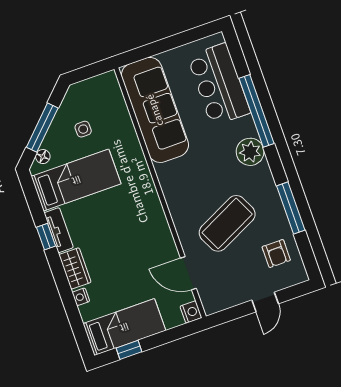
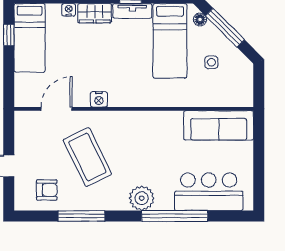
sofa: (155, 110) -> (219, 125), width x0.74, depth x0.79
armchair: (276, 254) -> (47, 190), turned 180
nightstand: (191, 312) -> (99, 99), moved

